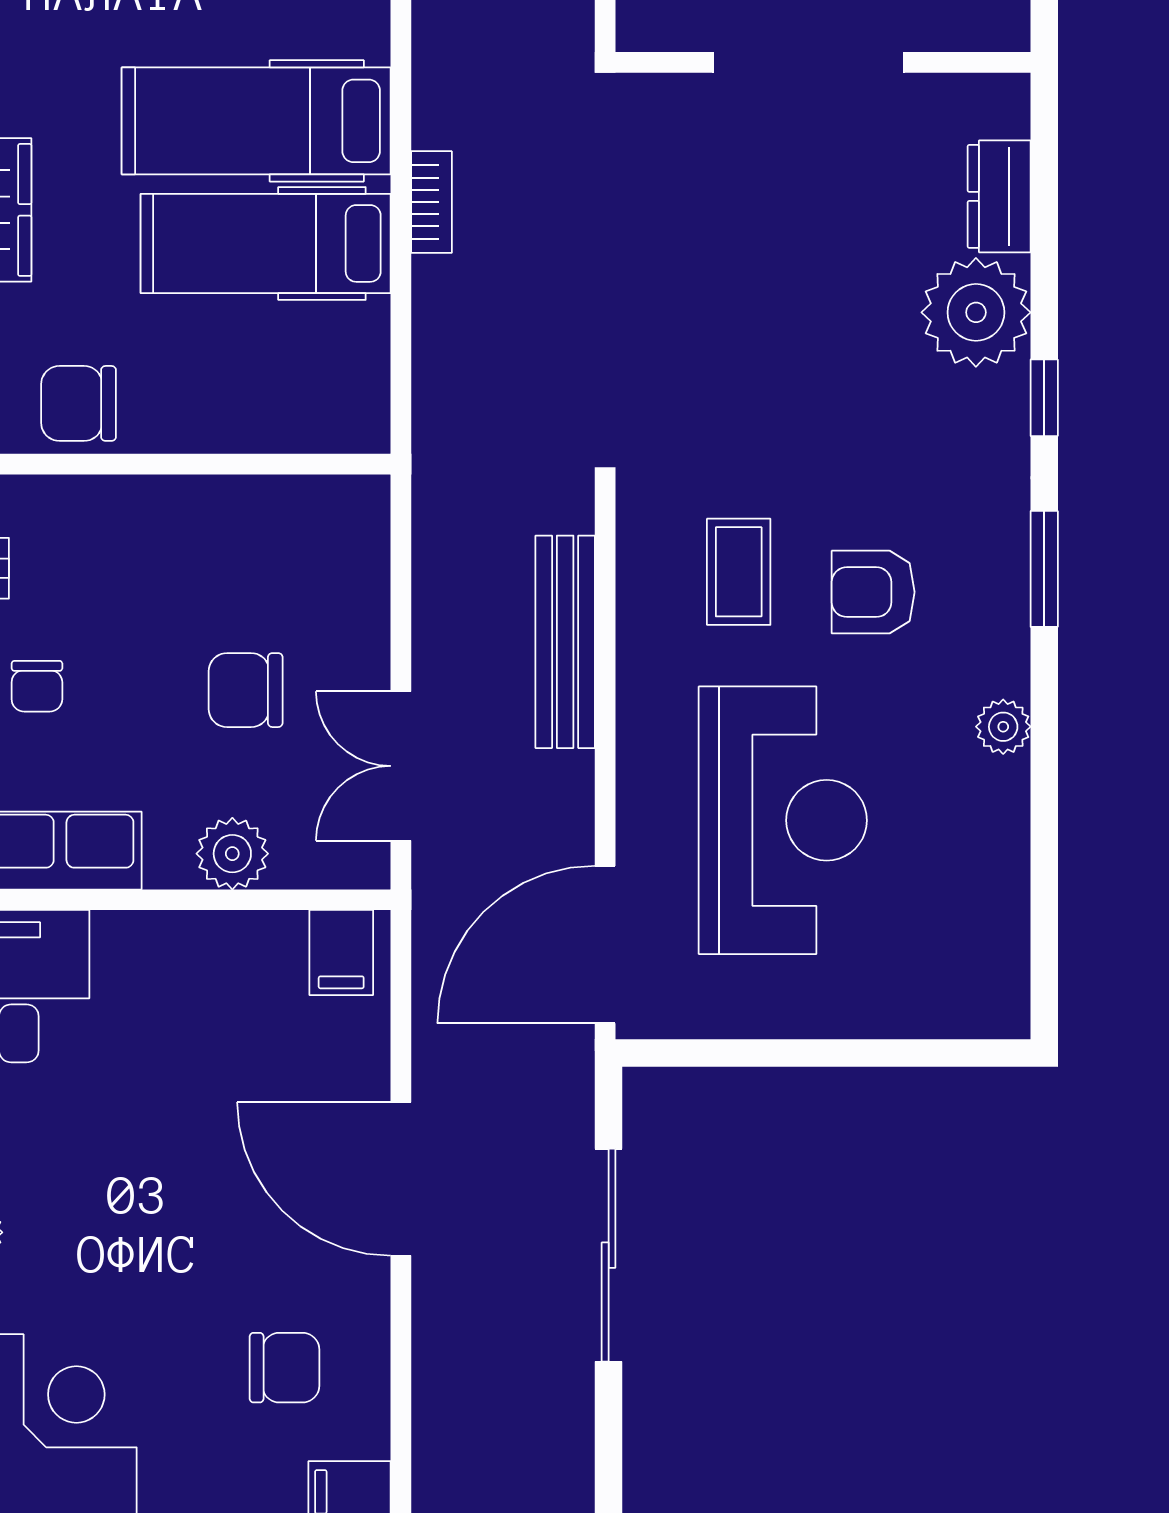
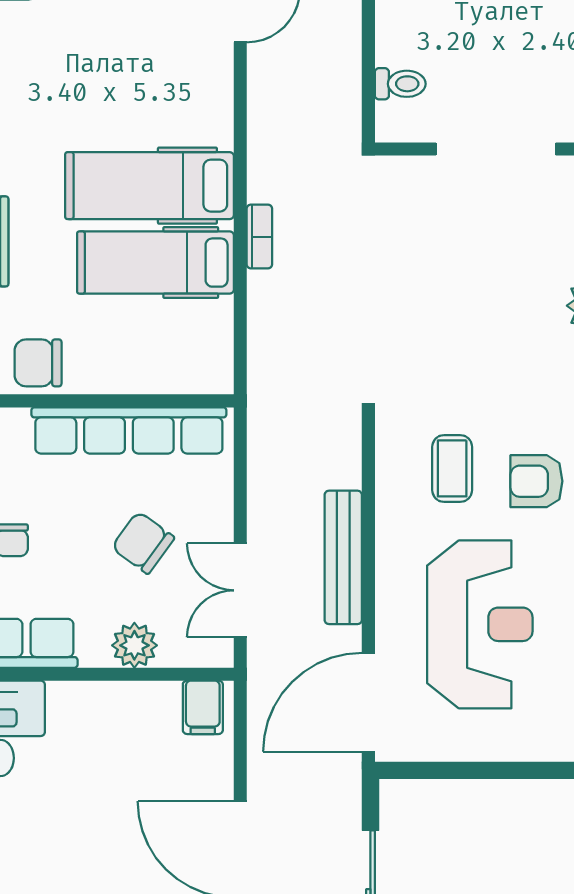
row of seats: (223, 511) -> (129, 430), added
bench: (565, 642) -> (343, 557), moved
chair: (246, 690) -> (143, 543), turned 36

